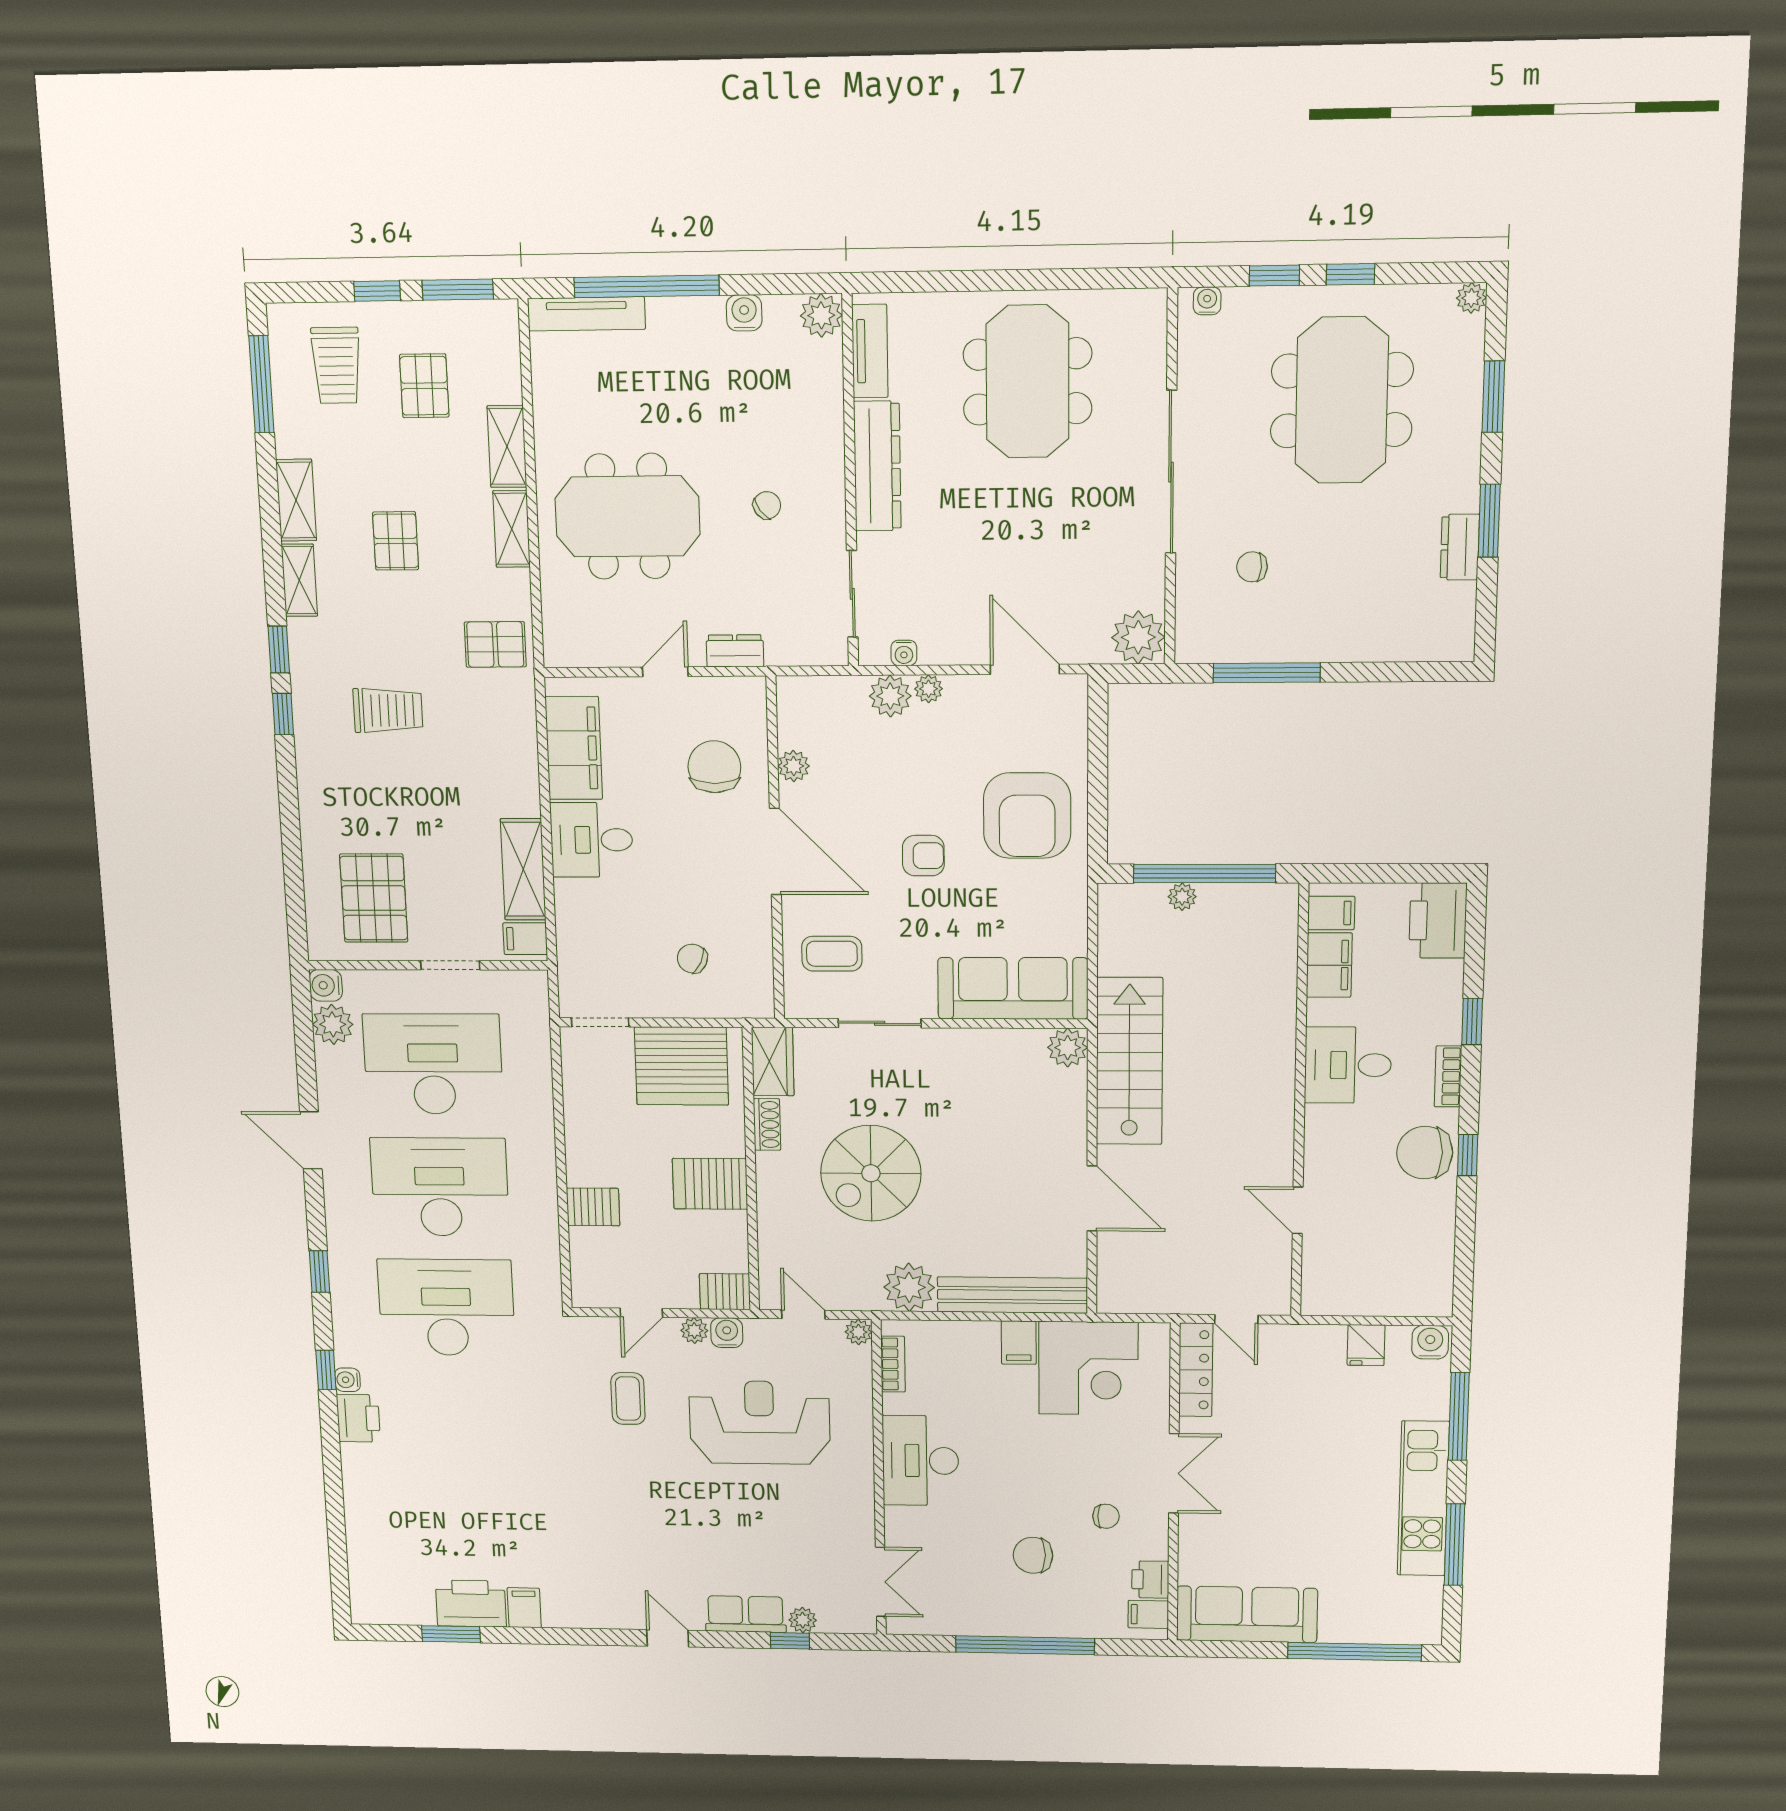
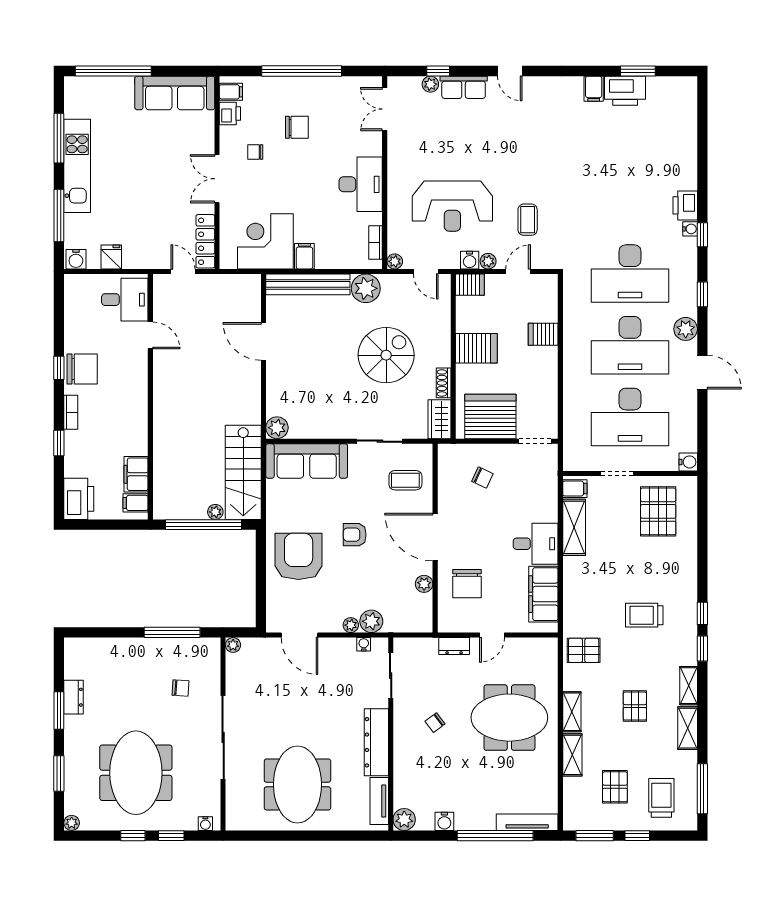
plant: (1138, 637) -> (233, 645), width x0.53, depth x0.53
plant: (333, 1024) -> (686, 329), moved
stairs: (1129, 1061) -> (243, 472), moved
desk: (1348, 1065) -> (125, 300), moved

